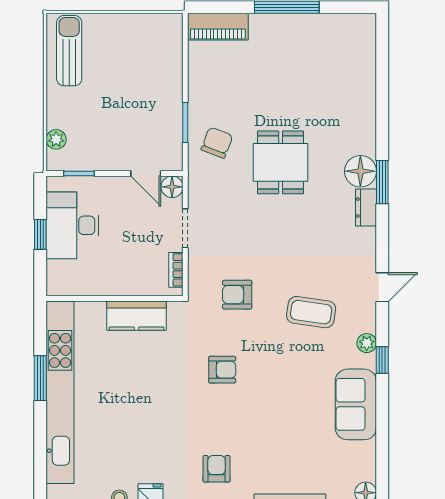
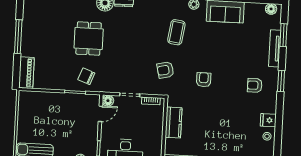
dining table: (281, 162) -> (89, 39), moved, turned 90
armchair: (237, 295) -> (165, 70), turned 77

